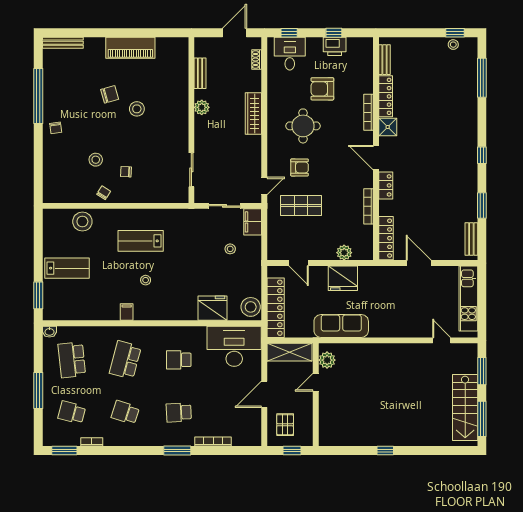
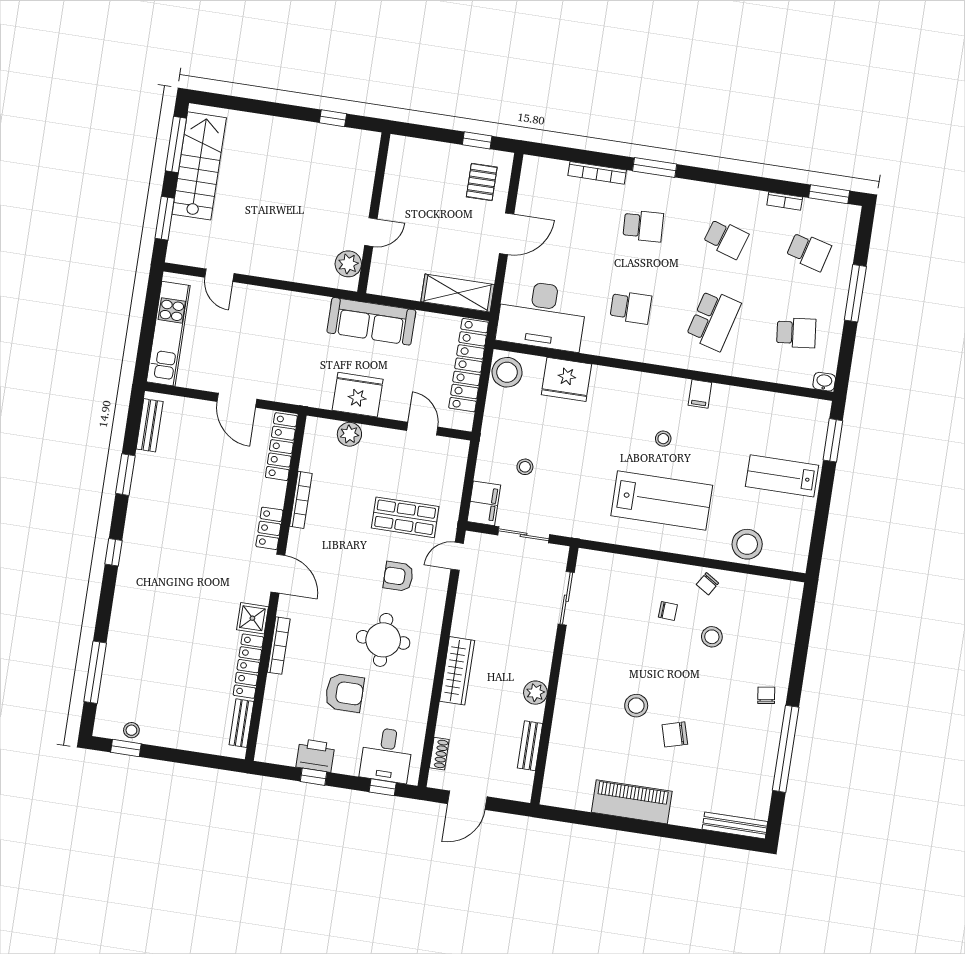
lab bench: (141, 241) -> (662, 500), width x1.36, depth x1.39
school desk: (72, 360) -> (796, 333), width x0.54
plant: (327, 360) -> (348, 264), moved
door: (316, 382) -> (371, 232), moved
wall: (316, 395) -> (374, 213), moved

